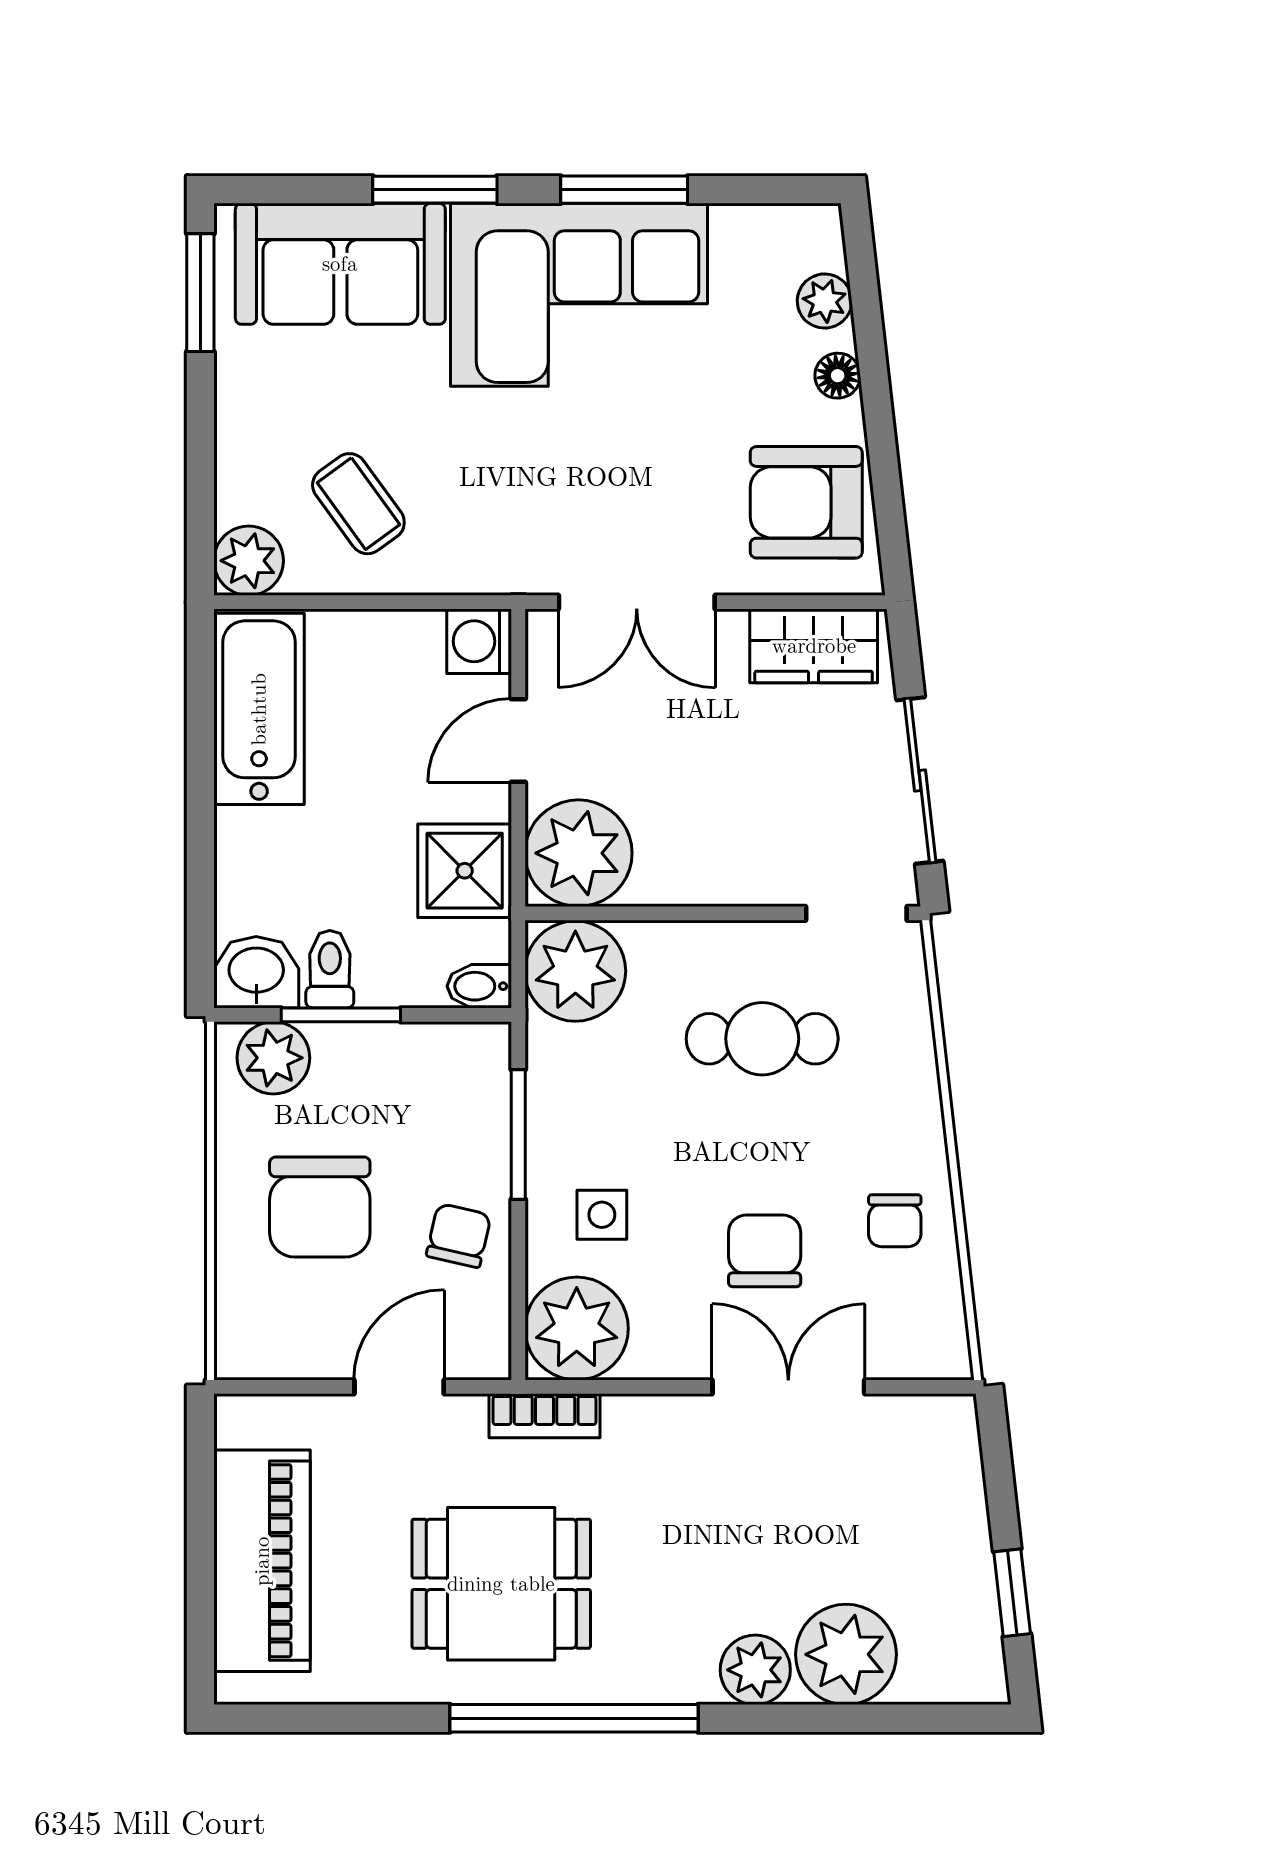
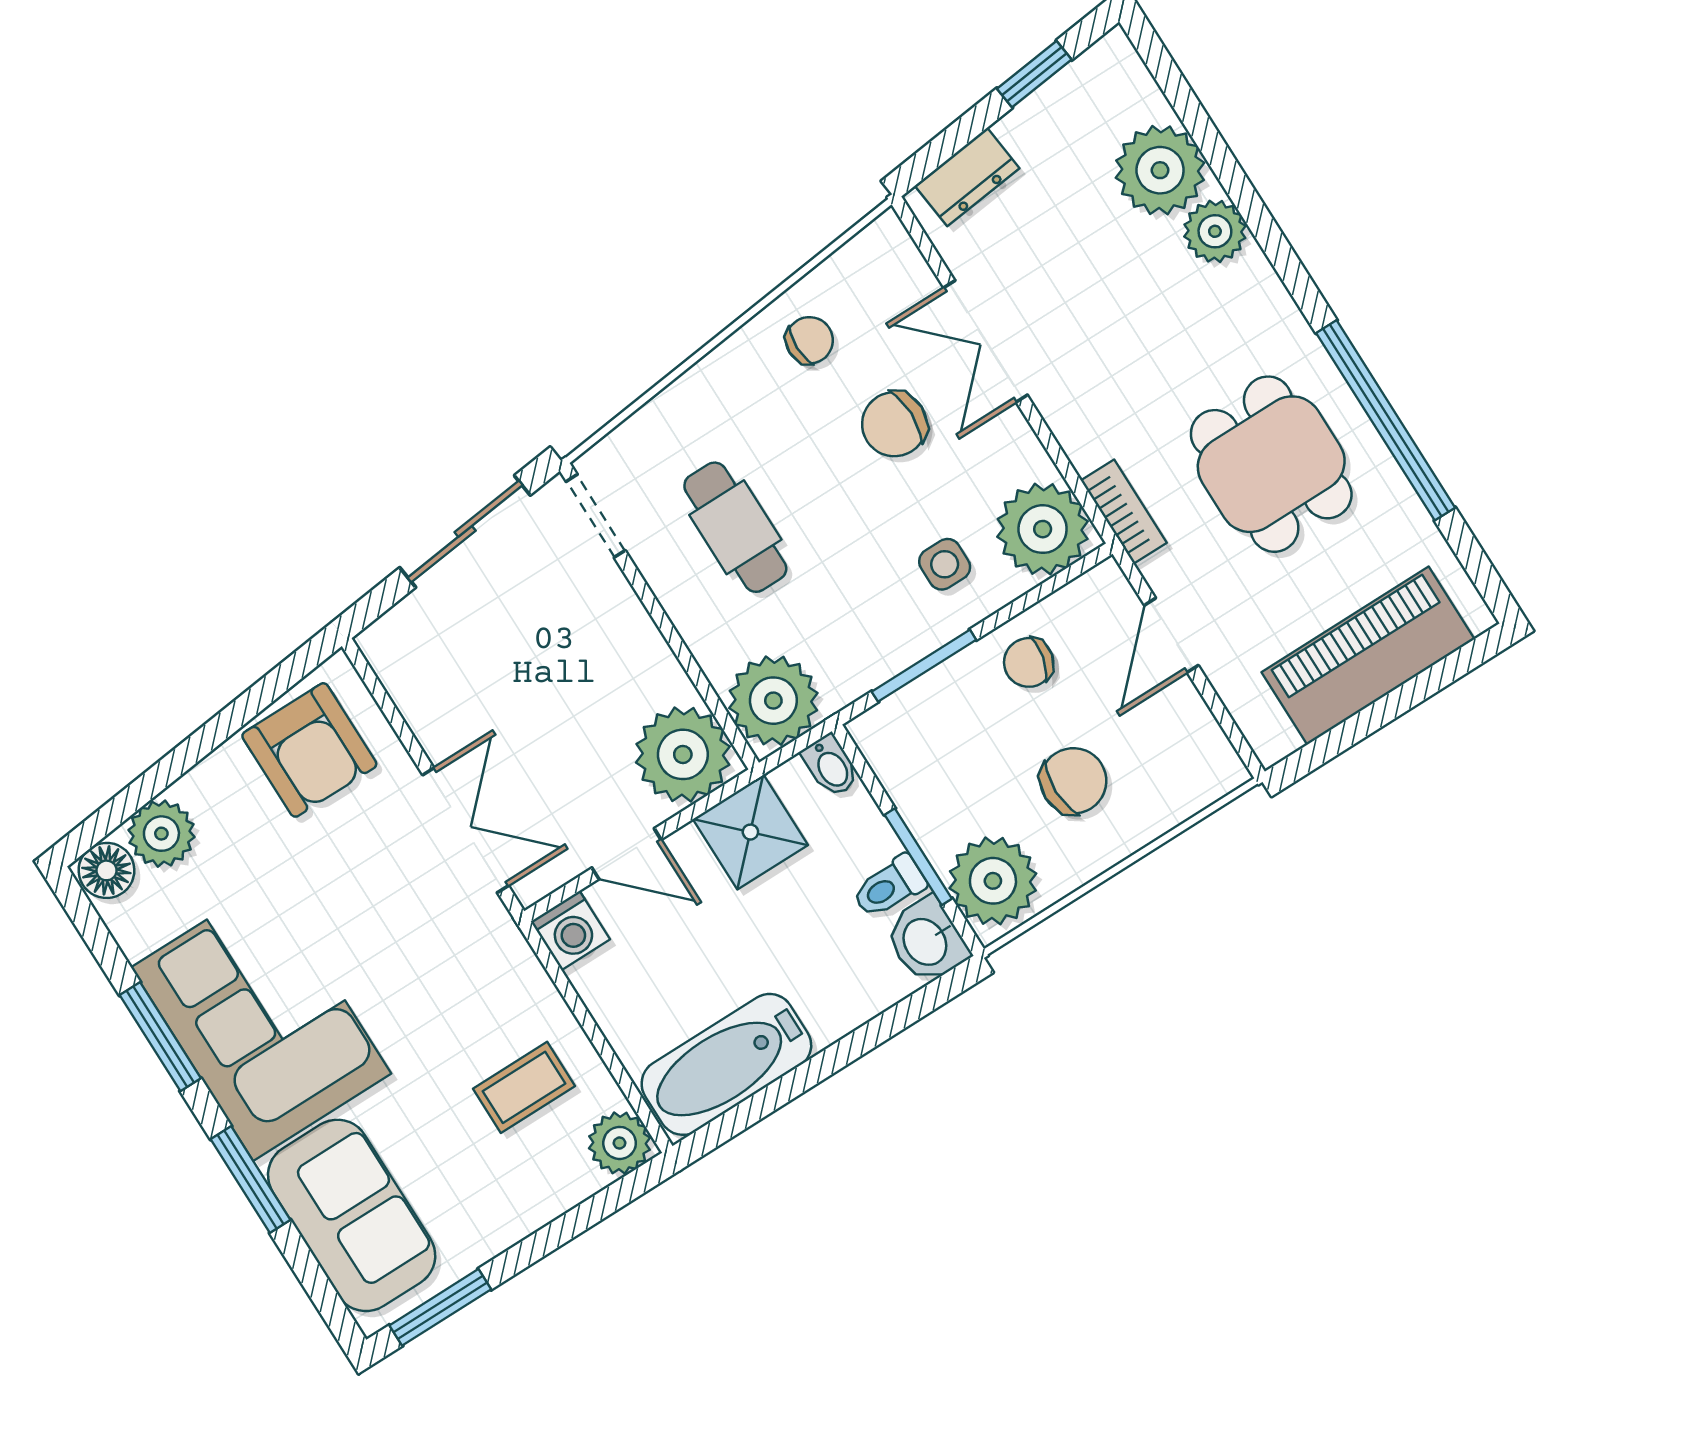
plant: (825, 301) -> (161, 834), width x1.38, depth x1.38
floor lamp: (838, 376) -> (106, 870), moved, width x1.37, depth x1.37
coffee table: (358, 504) -> (524, 1087), turned 36
wardrobe: (814, 646) -> (414, 676), removed
plant: (273, 1058) -> (993, 881), width x1.36, depth x1.36
chair: (320, 1207) -> (1073, 781), width x0.73, depth x0.73
door: (399, 1387) -> (1171, 635), hinge flipped
dresser: (955, 1468) -> (967, 177), added
window: (574, 1718) -> (1386, 420), moved

